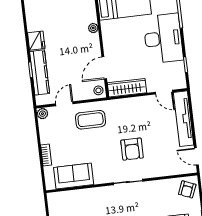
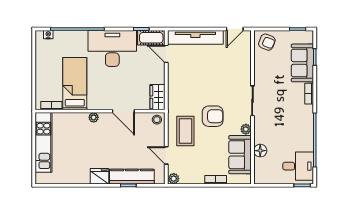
door: (104, 68) -> (123, 111), moved
cot: (178, 75) -> (151, 38), added
wardrobe: (127, 88) -> (158, 97), width x0.67
door: (164, 92) -> (166, 54), swing flipped
armchair: (132, 149) -> (213, 116), moved
plant: (99, 179) -> (246, 129), added
floor lamp: (80, 195) -> (260, 151), added

